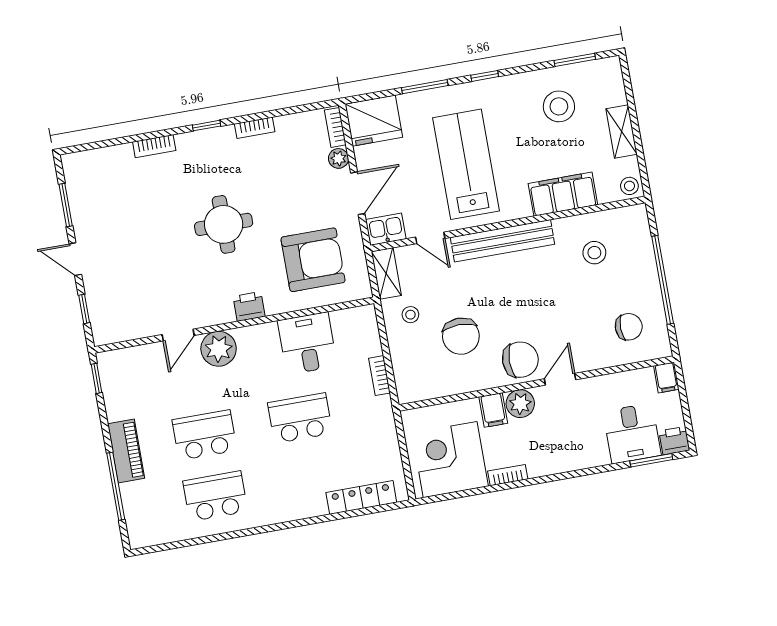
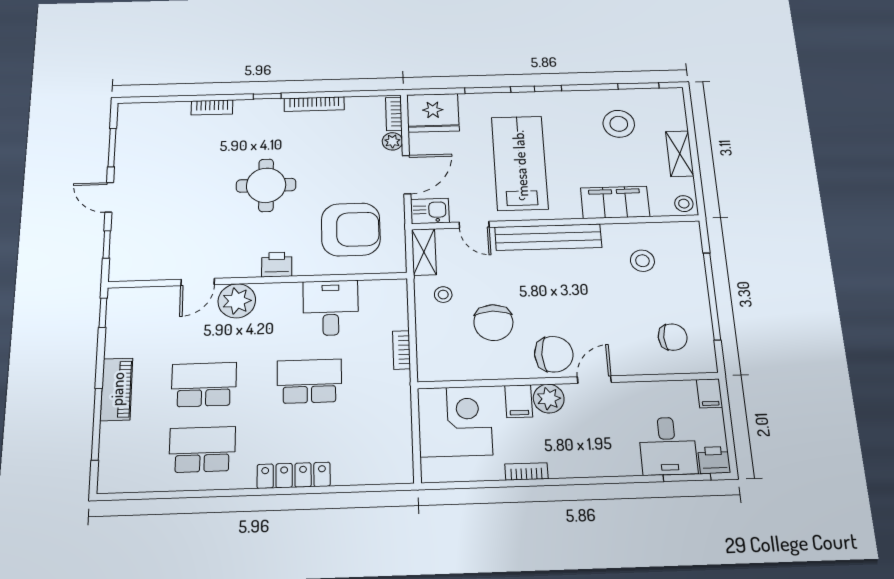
bookcase: (255, 128) -> (314, 104), width x1.56
corner desk: (450, 460) -> (455, 421), moved, turned 90
locker: (361, 498) -> (294, 475), moved

